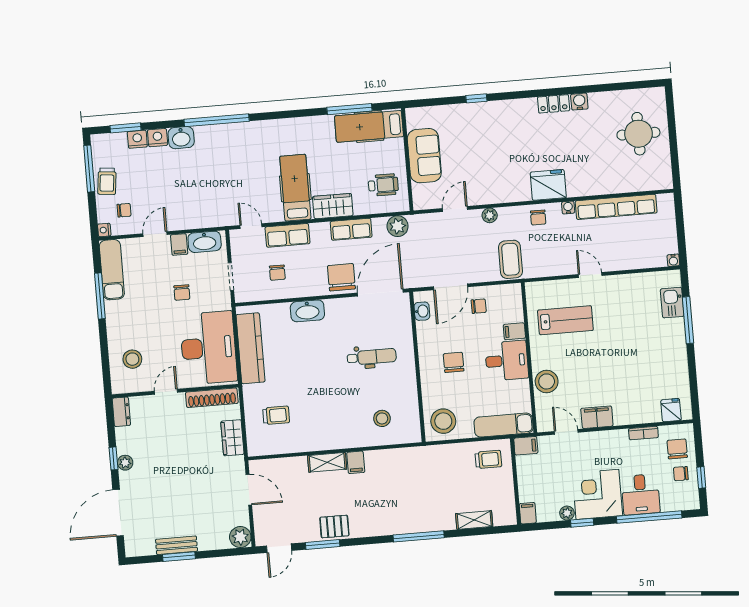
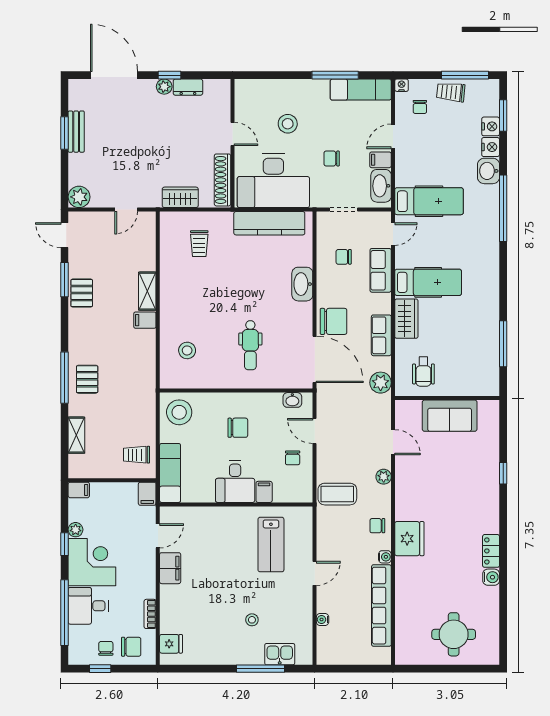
hospital bed: (369, 126) -> (429, 201), moved, turned 90
door: (155, 234) -> (393, 136), swing flipped
water cooler: (673, 260) -> (323, 620), moved
door: (450, 287) -> (315, 431), width x0.73
stool: (132, 359) -> (288, 124), moved
stool: (547, 381) -> (252, 620), moved, width x0.53, depth x0.53
dresser: (121, 412) -> (188, 87), moved
trolley: (488, 459) -> (136, 455), turned 90
door: (249, 490) -> (126, 210), width x0.73
pallet: (418, 514) -> (87, 379), added

